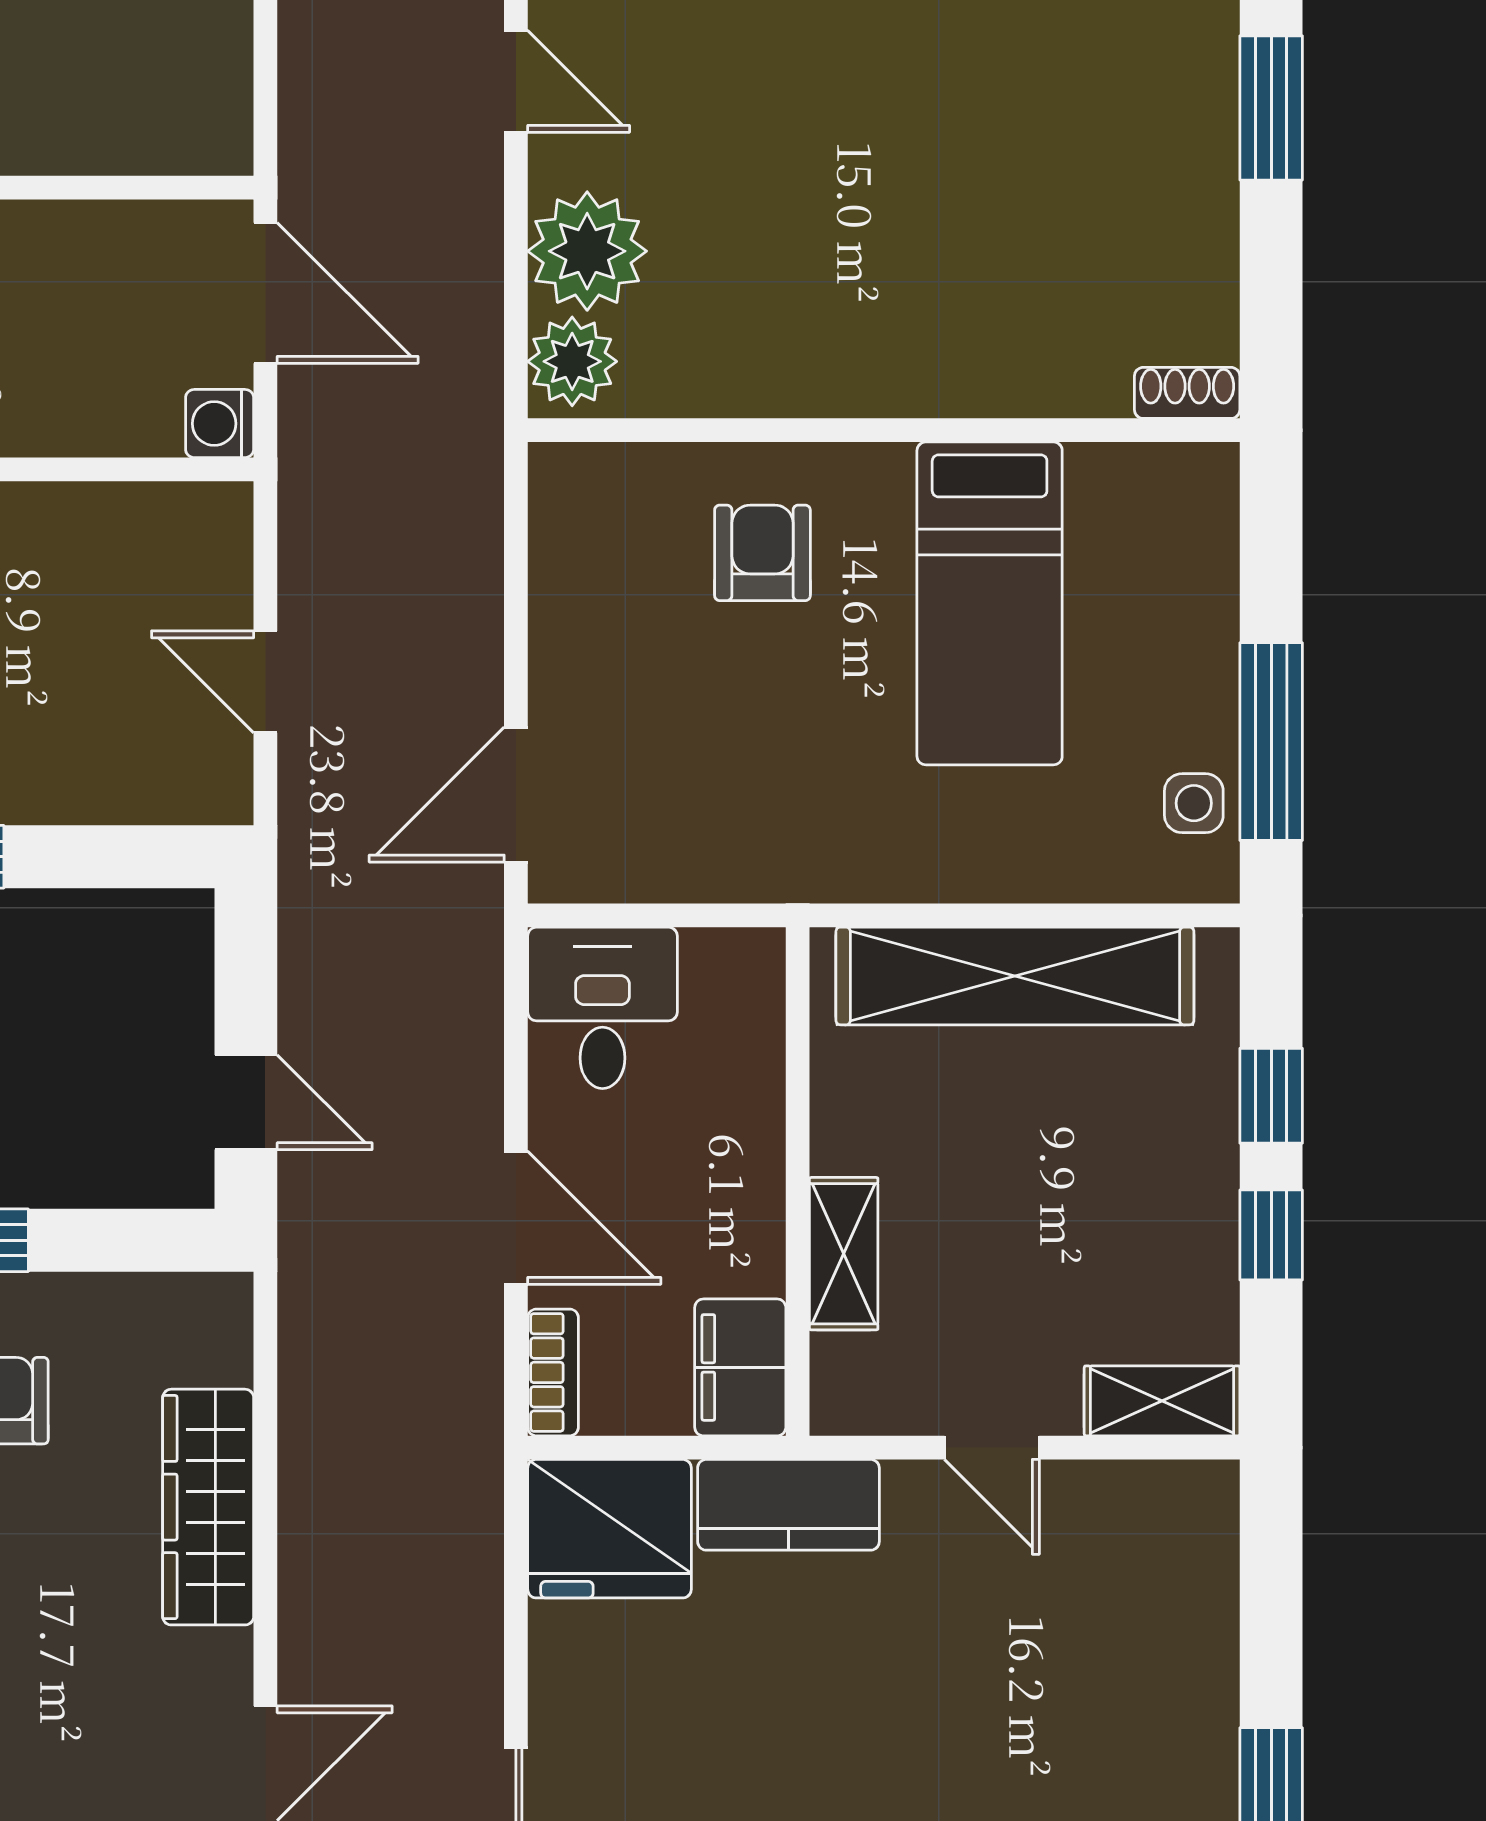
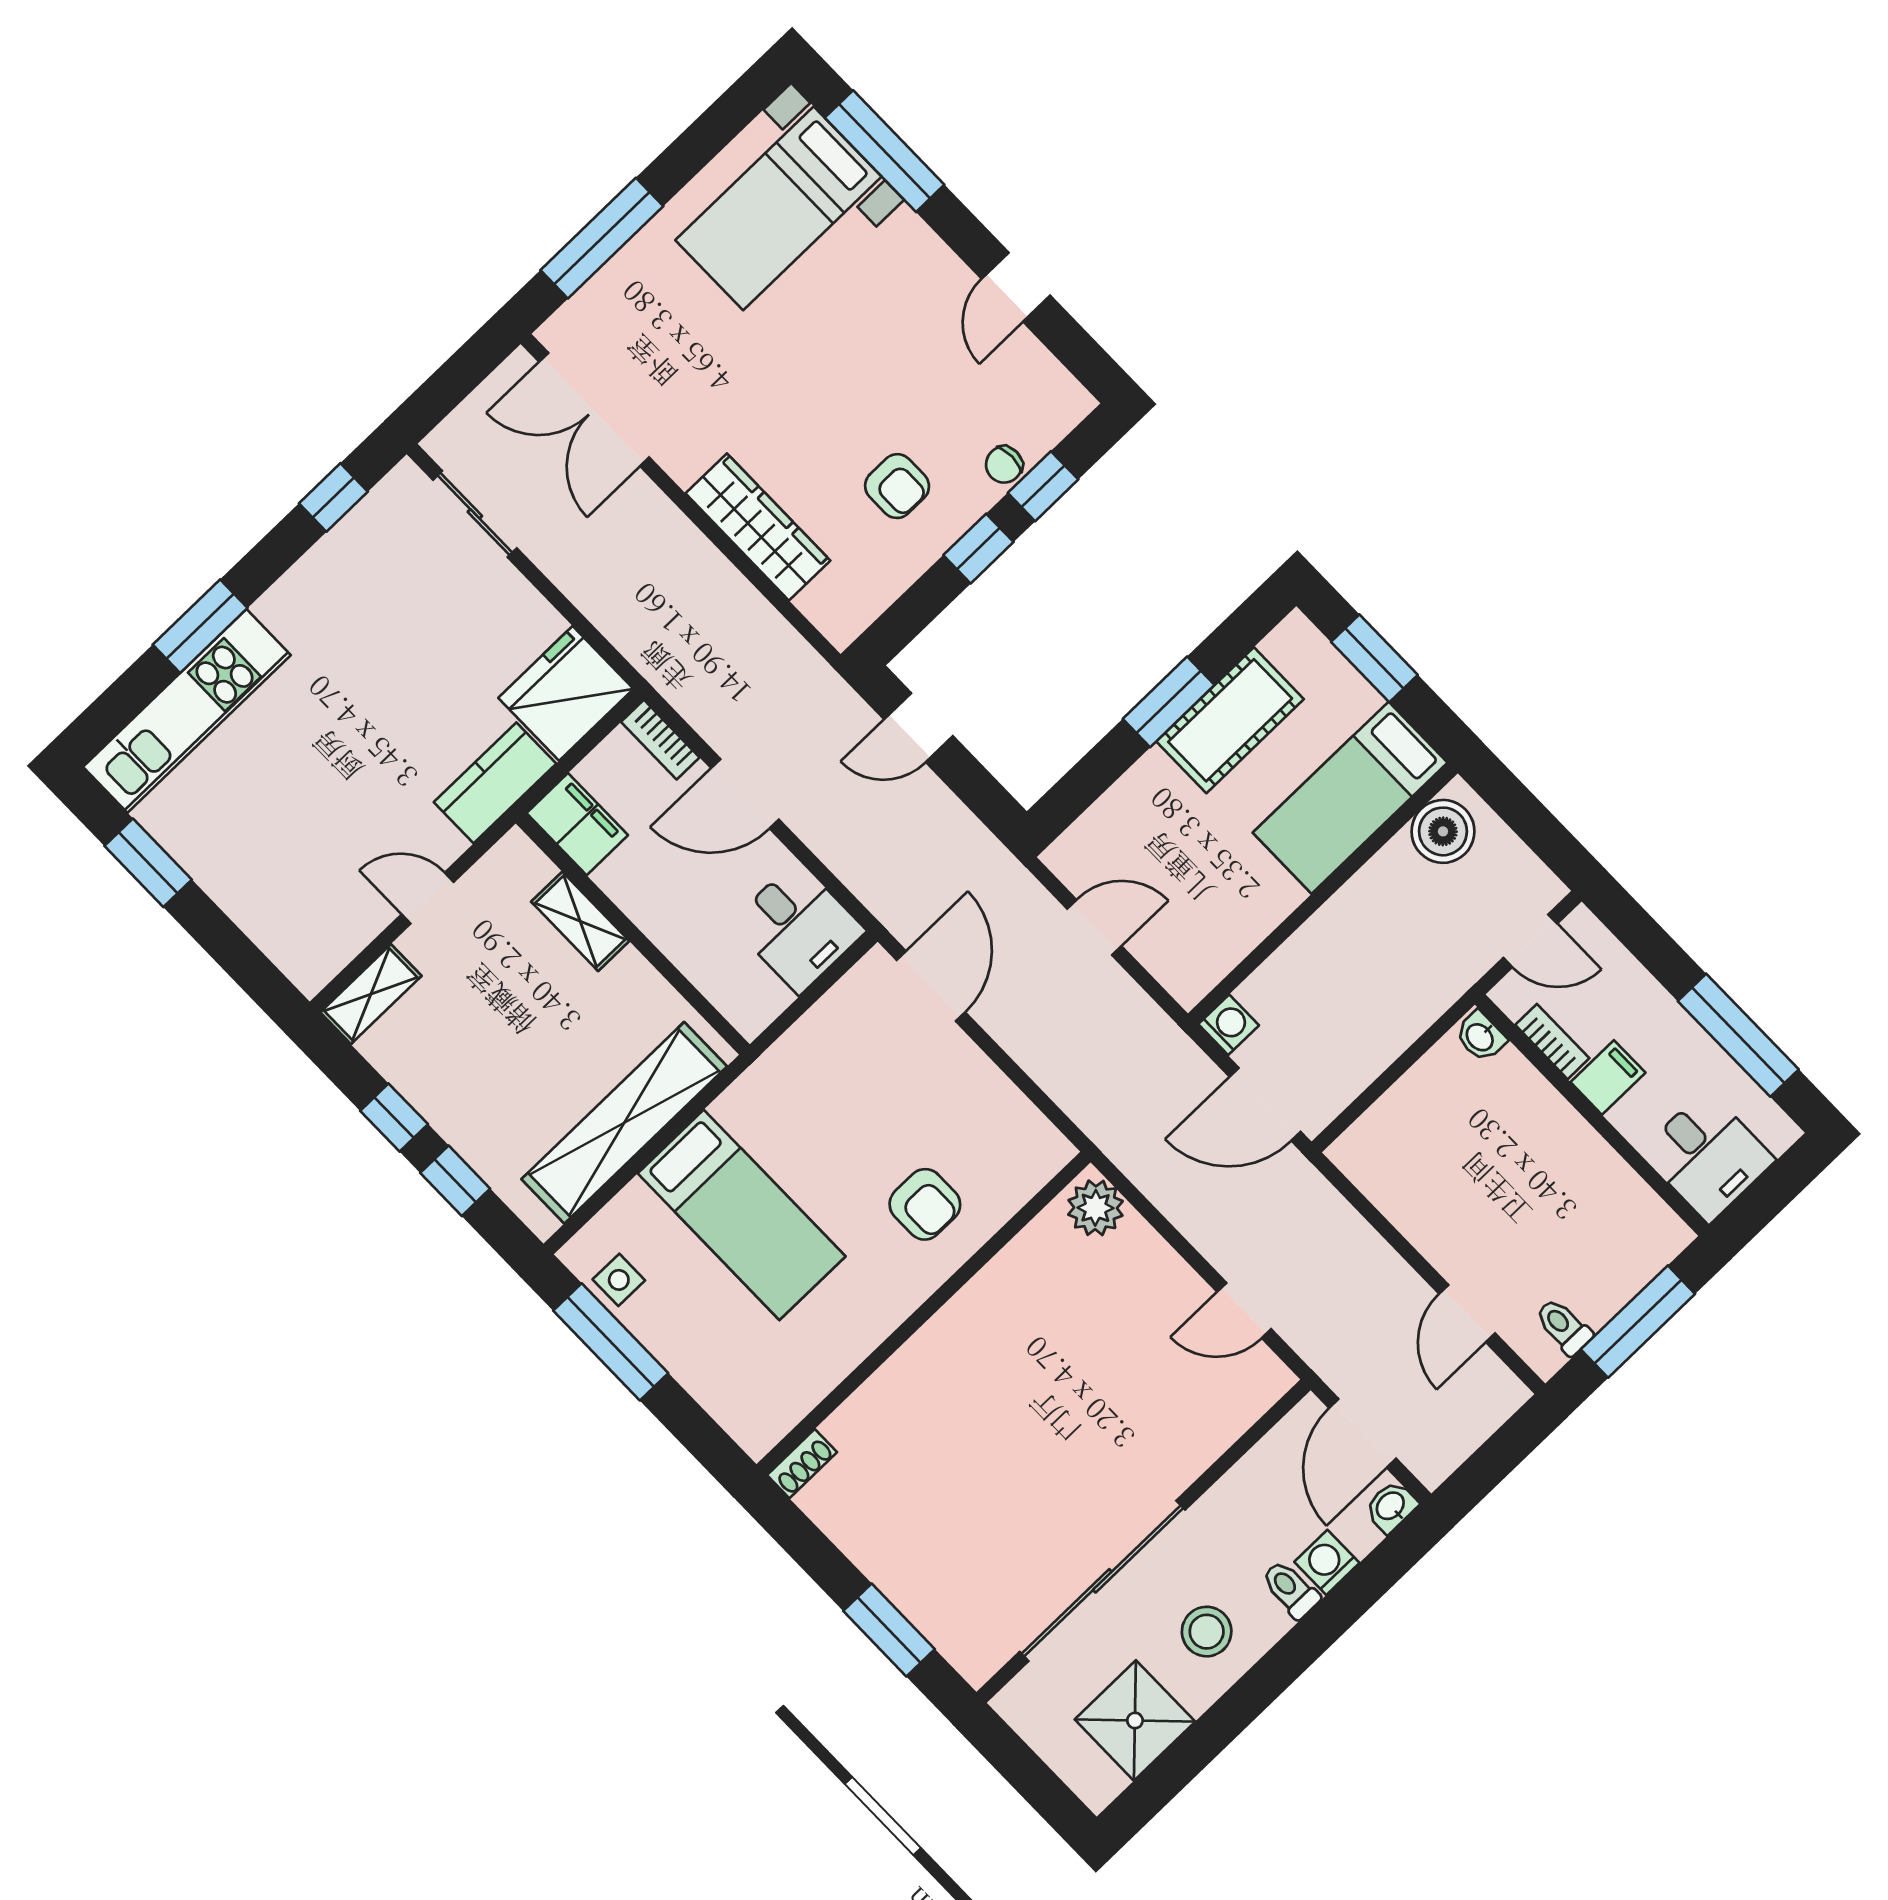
plant: (587, 251) -> (1137, 1265), removed
bed: (990, 603) -> (742, 1215), moved, turned 180

